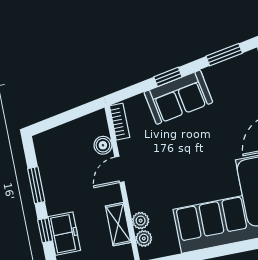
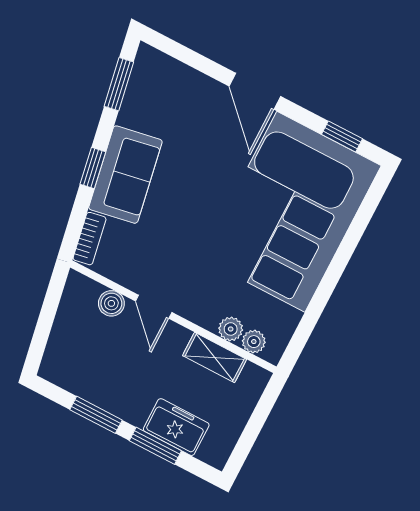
bookcase: (120, 122) -> (90, 239), moved, turned 80
window: (45, 230) -> (155, 446), width x1.50

